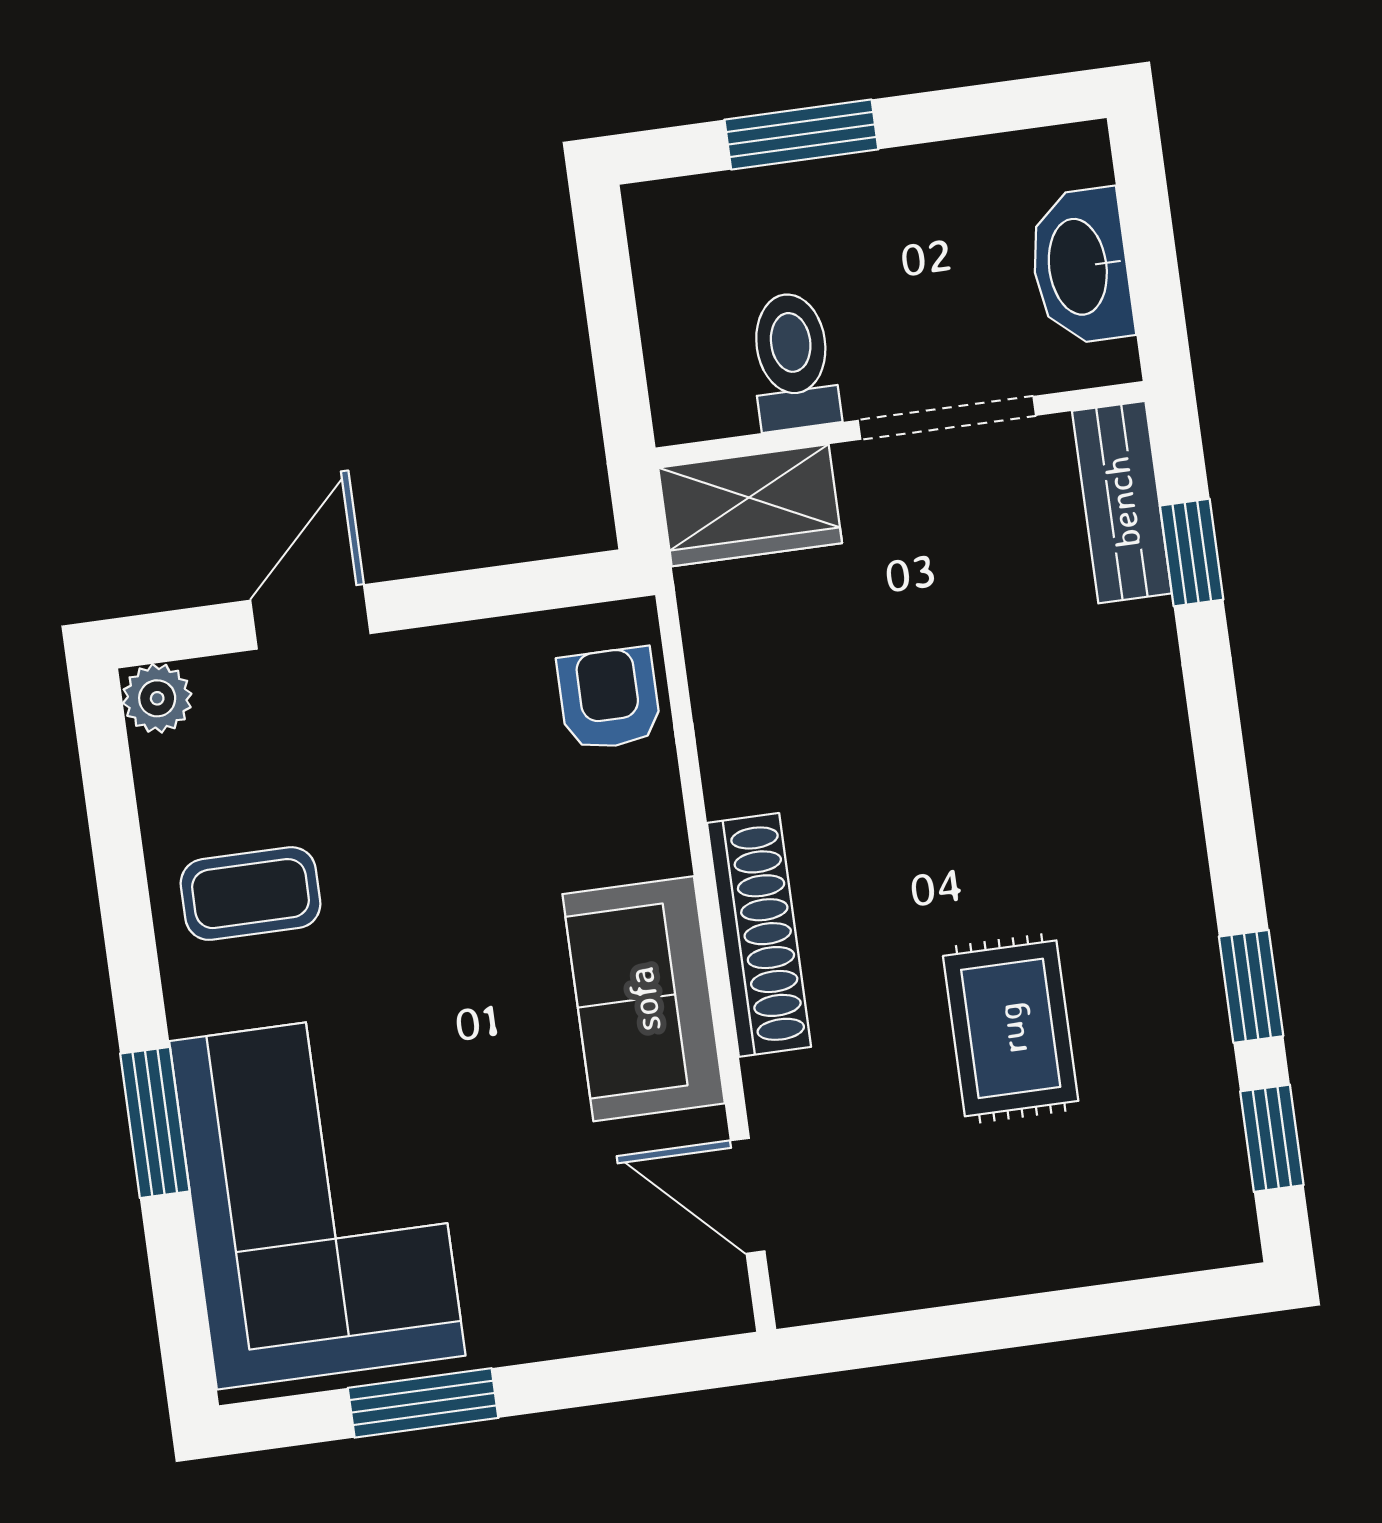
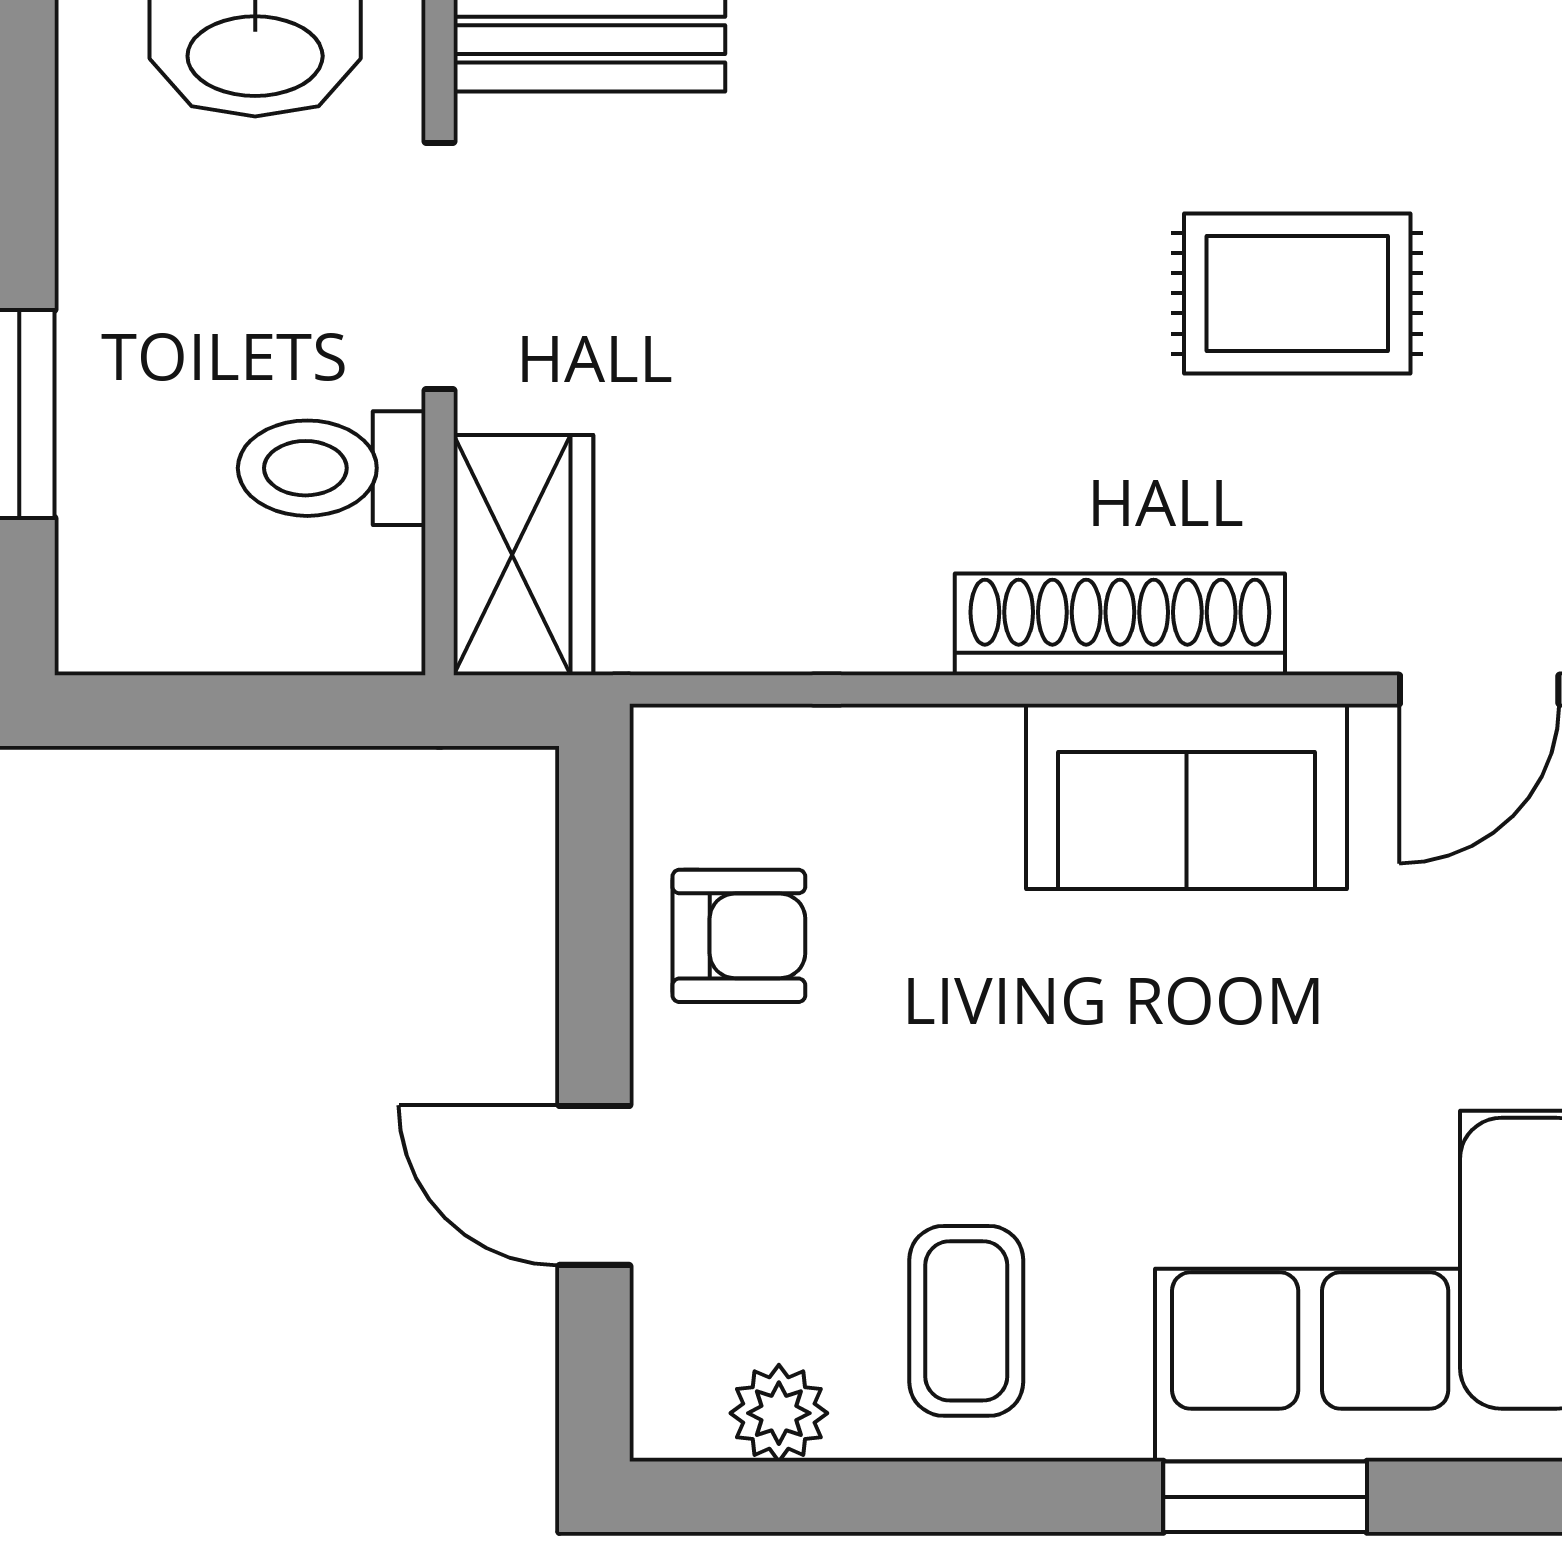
plant: (157, 698) -> (779, 1413), moved
armchair: (609, 699) -> (739, 936), moved, turned 180

